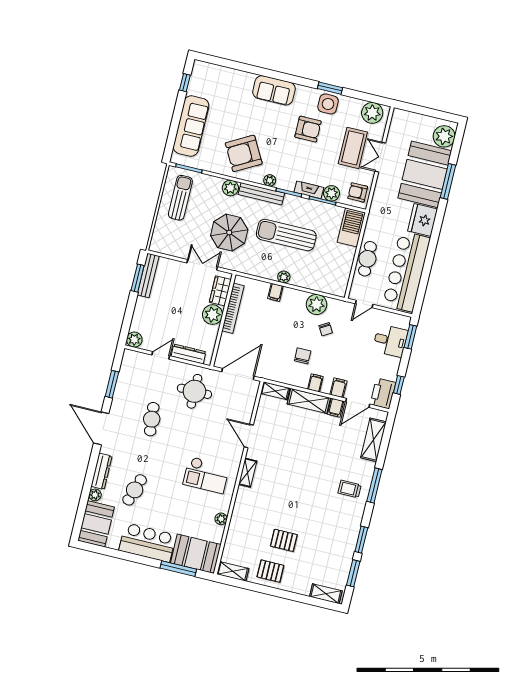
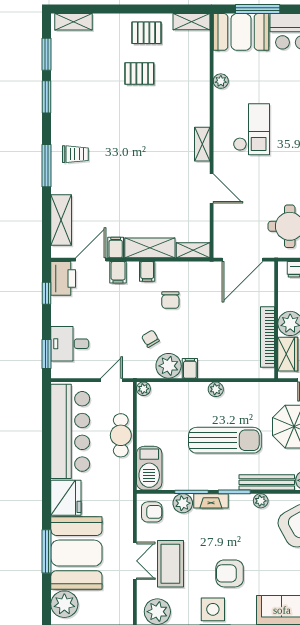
plant: (341, 291) -> (143, 389), added
filing cabinet: (275, 292) -> (190, 368), moved
checkout: (206, 475) -> (251, 129), turned 90

